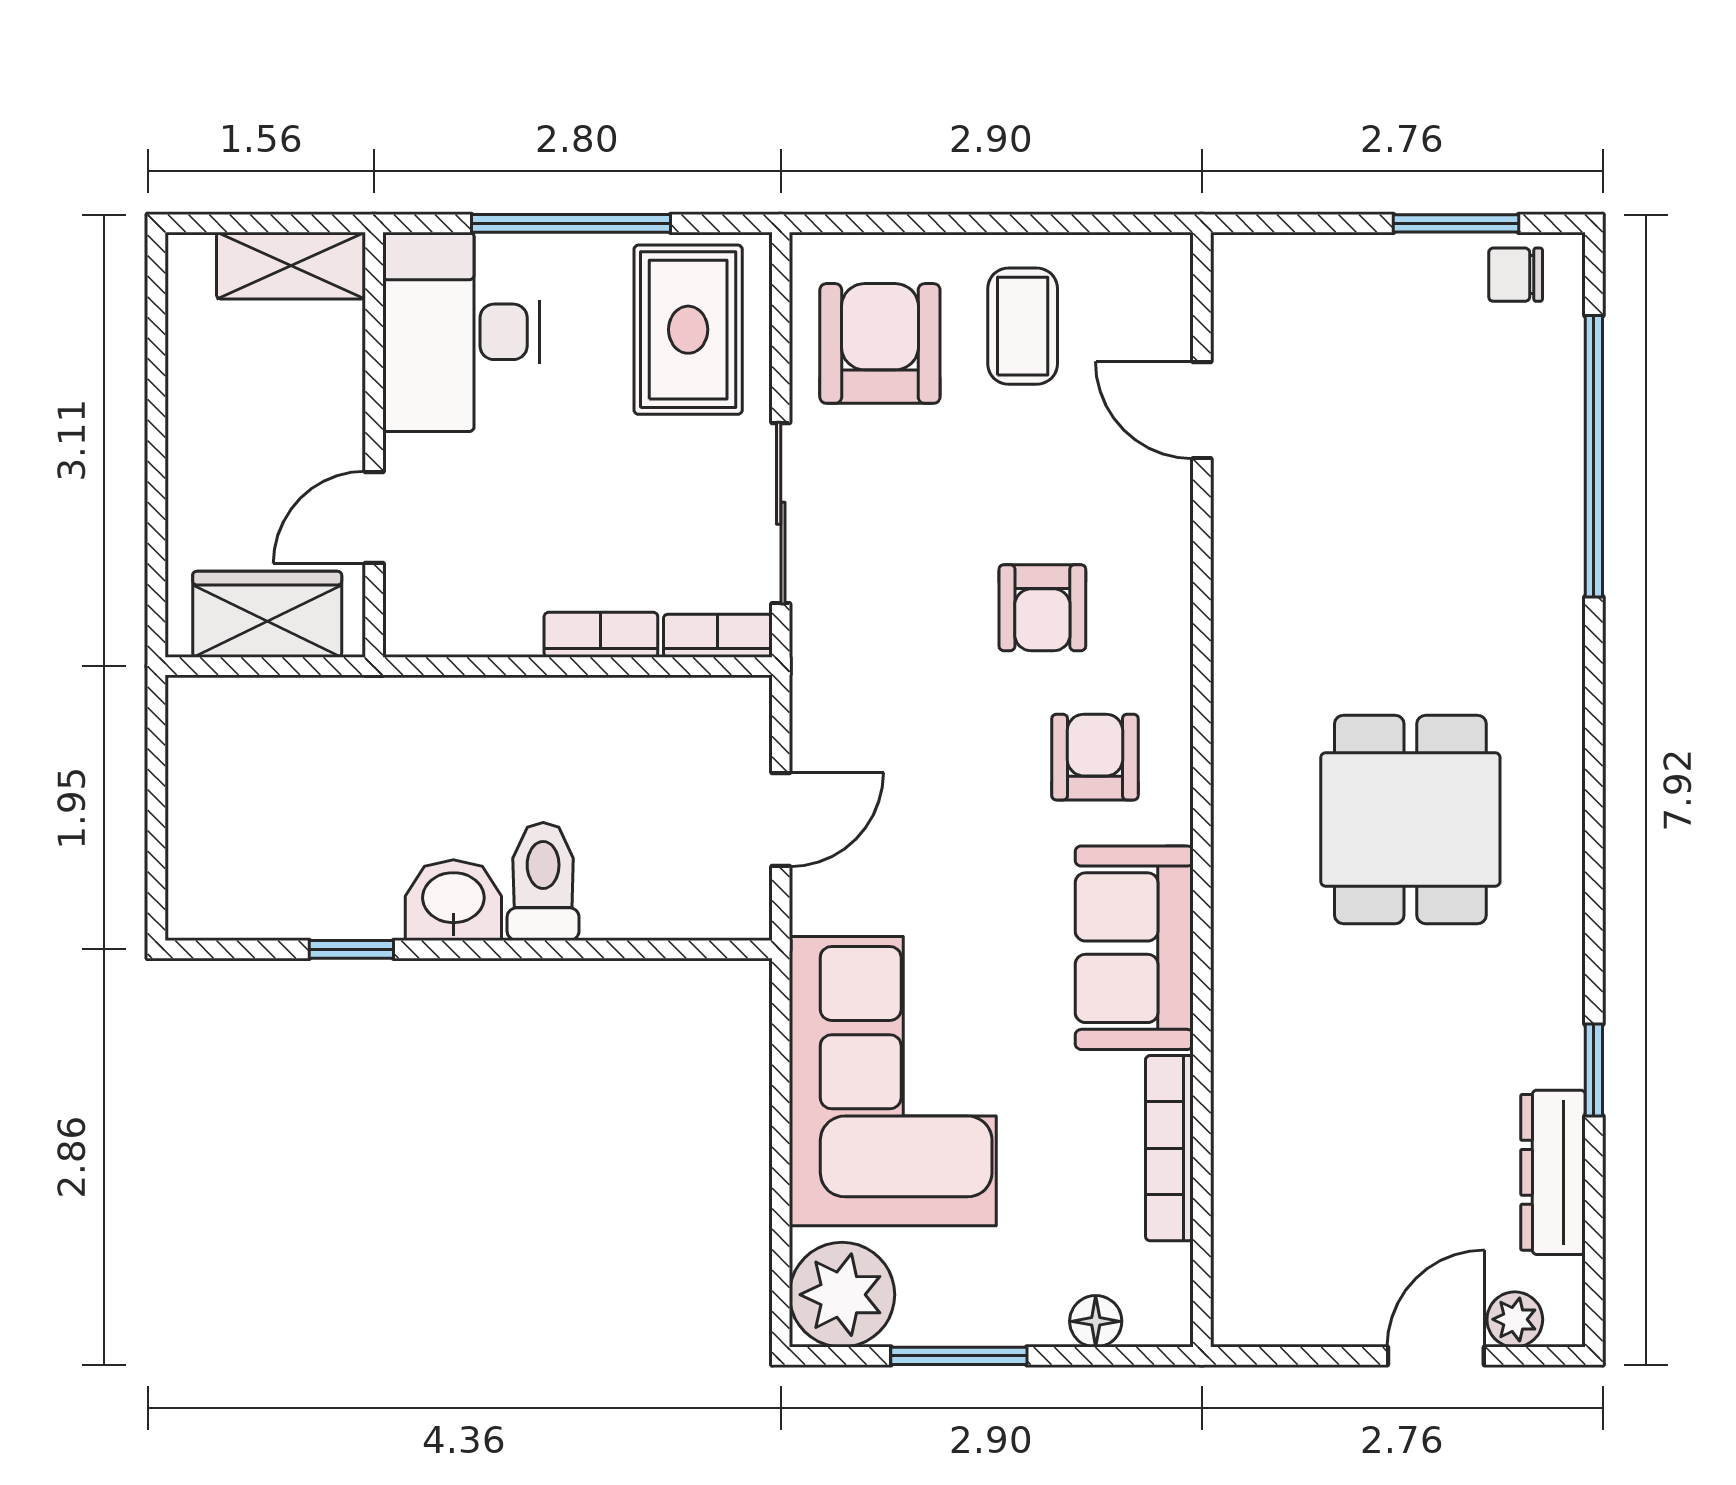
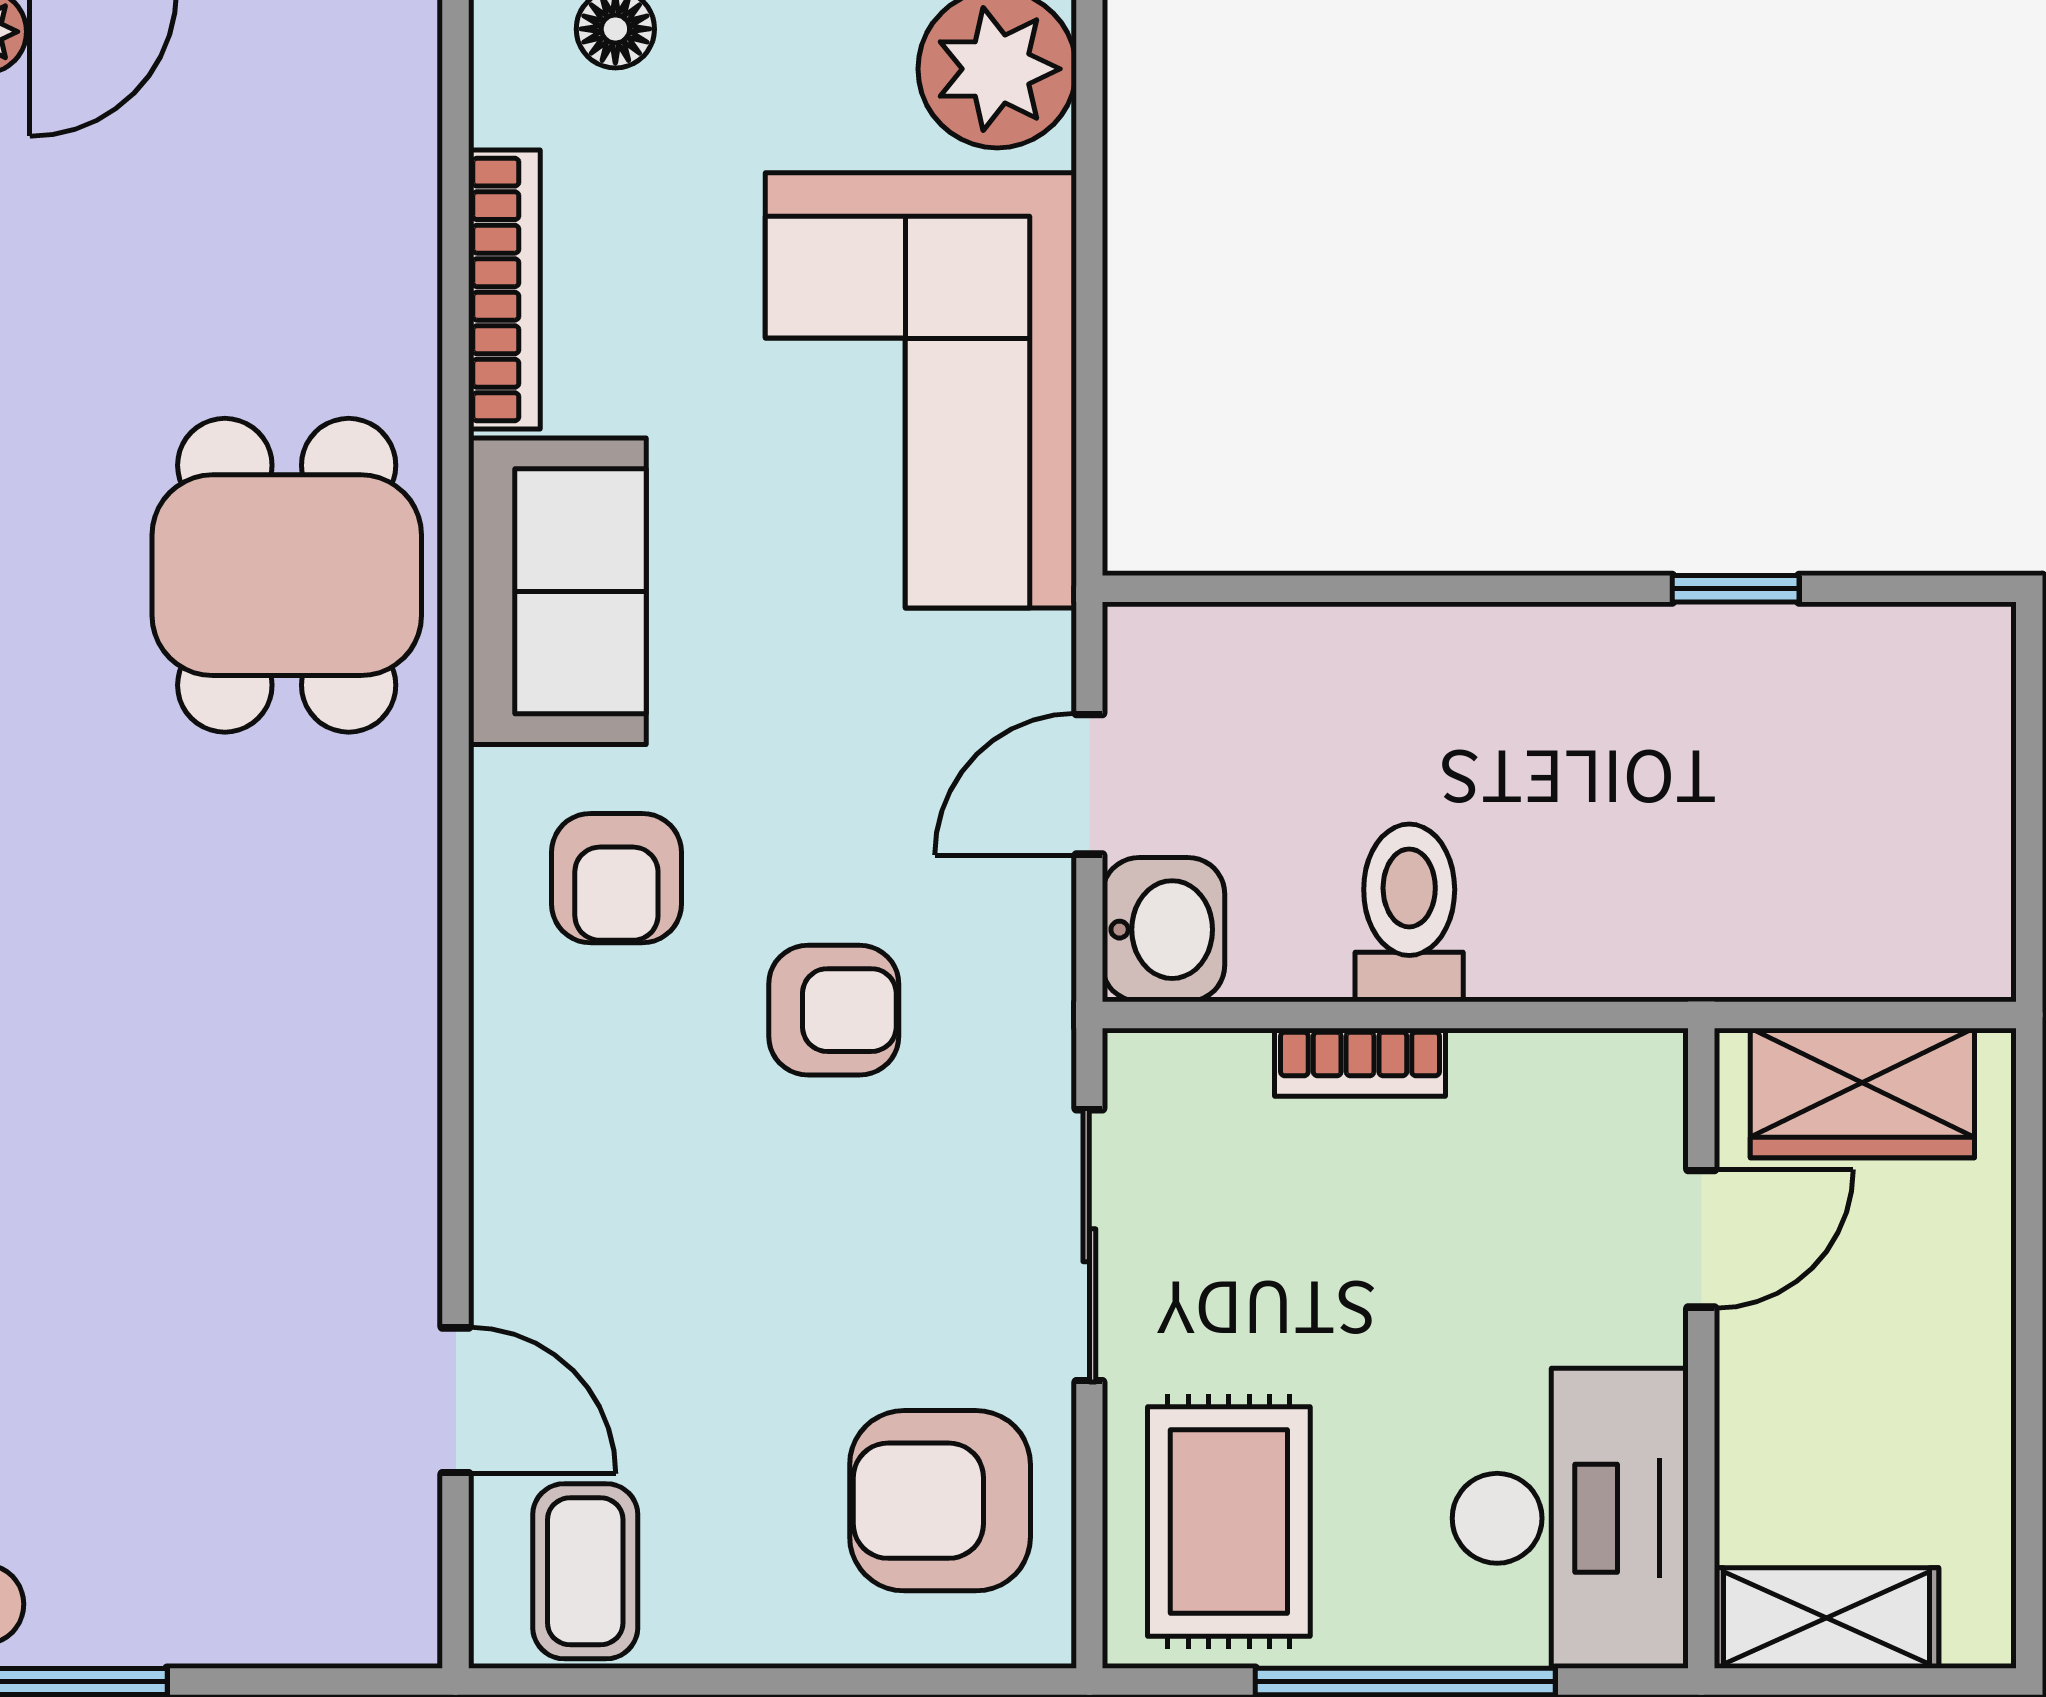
coffee table: (1023, 326) -> (585, 1571), moved
armchair: (880, 343) -> (940, 1501), turned 90
armchair: (1042, 608) -> (834, 1010), moved, turned 90
bookcase: (718, 636) -> (1184, 1061), removed
dining table: (1410, 819) -> (287, 575), moved
toilet: (543, 882) -> (1409, 913), moved, turned 180
washbasin: (453, 900) -> (1164, 930), moved, turned -90

